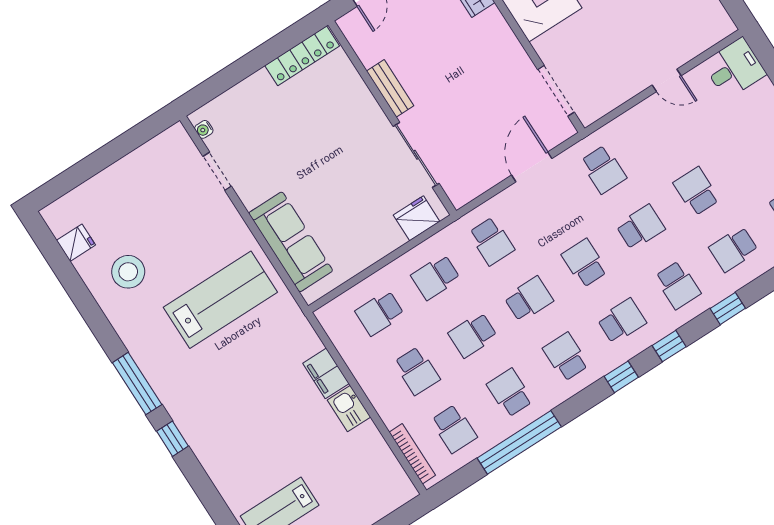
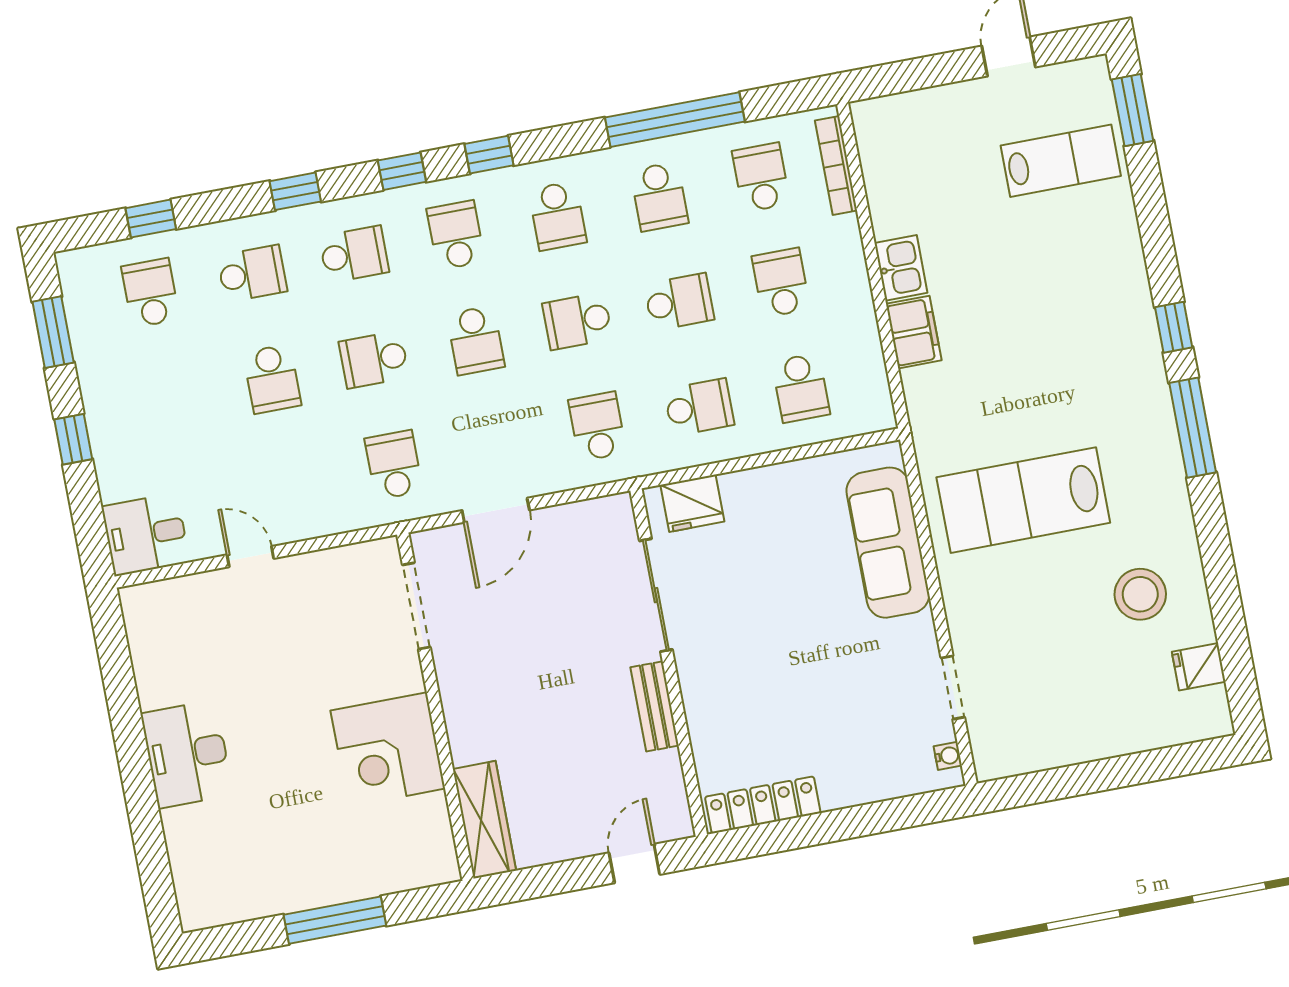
school desk: (678, 285) -> (354, 254), turned 90
school desk: (380, 313) -> (801, 388), turned 90
school desk: (622, 321) -> (456, 235), turned 90

